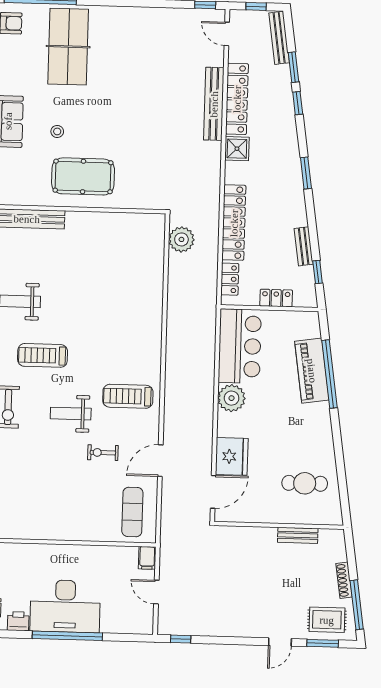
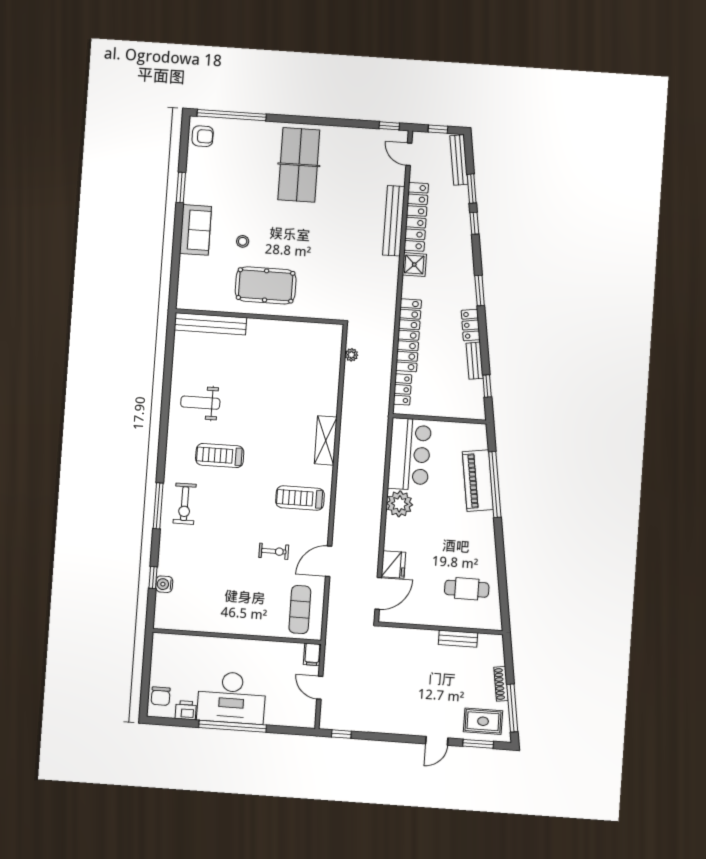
table tennis table: (68, 47) -> (299, 165), moved
plant: (181, 239) -> (351, 355), width x0.53, depth x0.53
locker: (276, 298) -> (471, 325), moved, turned -98
shelving: (152, 335) -> (326, 440), added
weight bench: (71, 414) -> (244, 512), removed
exercise bike: (103, 453) -> (274, 551), turned 180
fridge: (232, 456) -> (393, 564), width x0.73, depth x0.75

